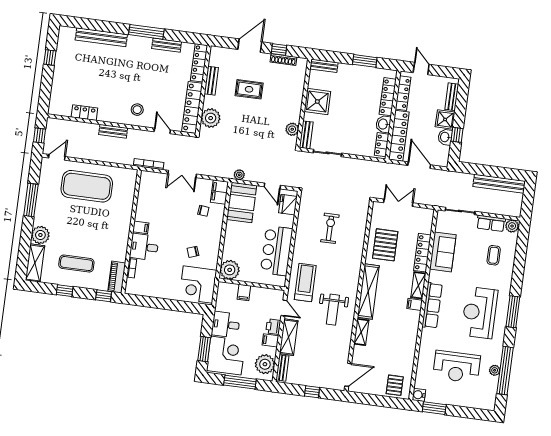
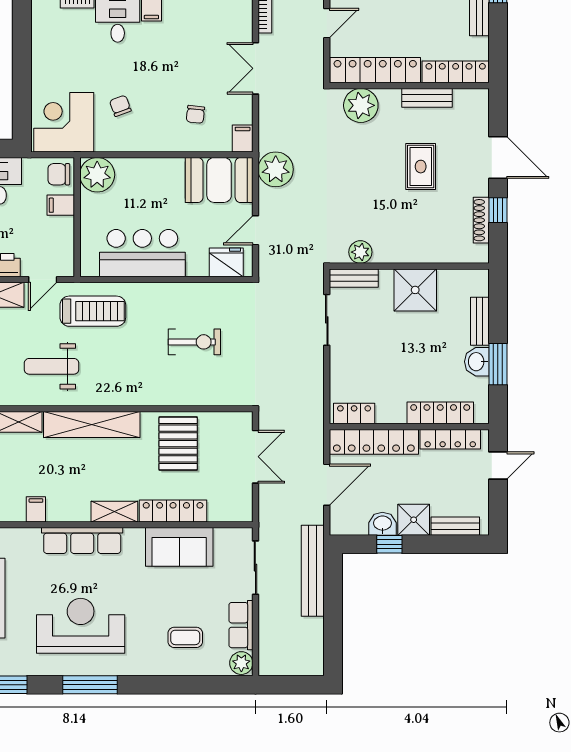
bench: (324, 66) -> (480, 321), moved
washbasin: (383, 124) -> (477, 362), moved, turned -90
plant: (239, 175) -> (276, 169), width x1.87, depth x1.87
bench: (499, 184) -> (313, 571), moved
filing cabinet: (219, 192) -> (243, 138), width x0.50
pallet: (385, 245) -> (178, 444), turned 90
chair: (227, 291) -> (59, 174), added
filing cabinet: (415, 304) -> (36, 509), moved

